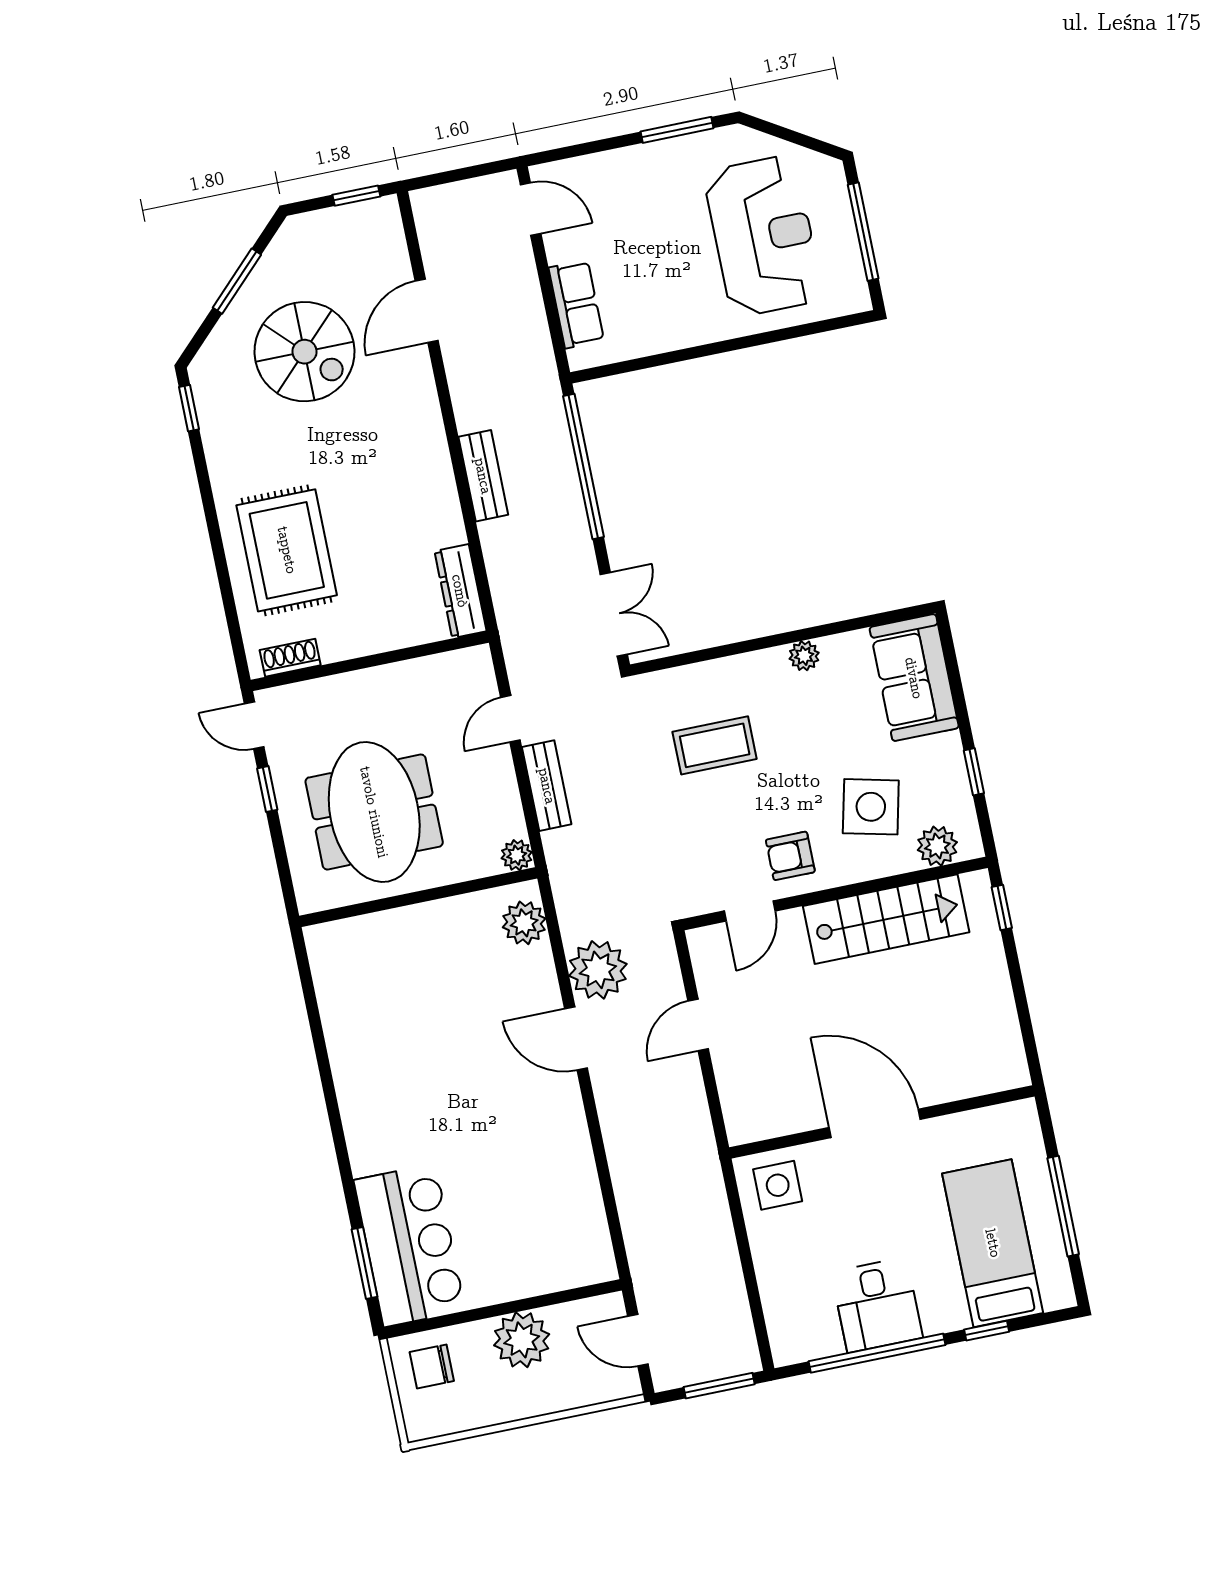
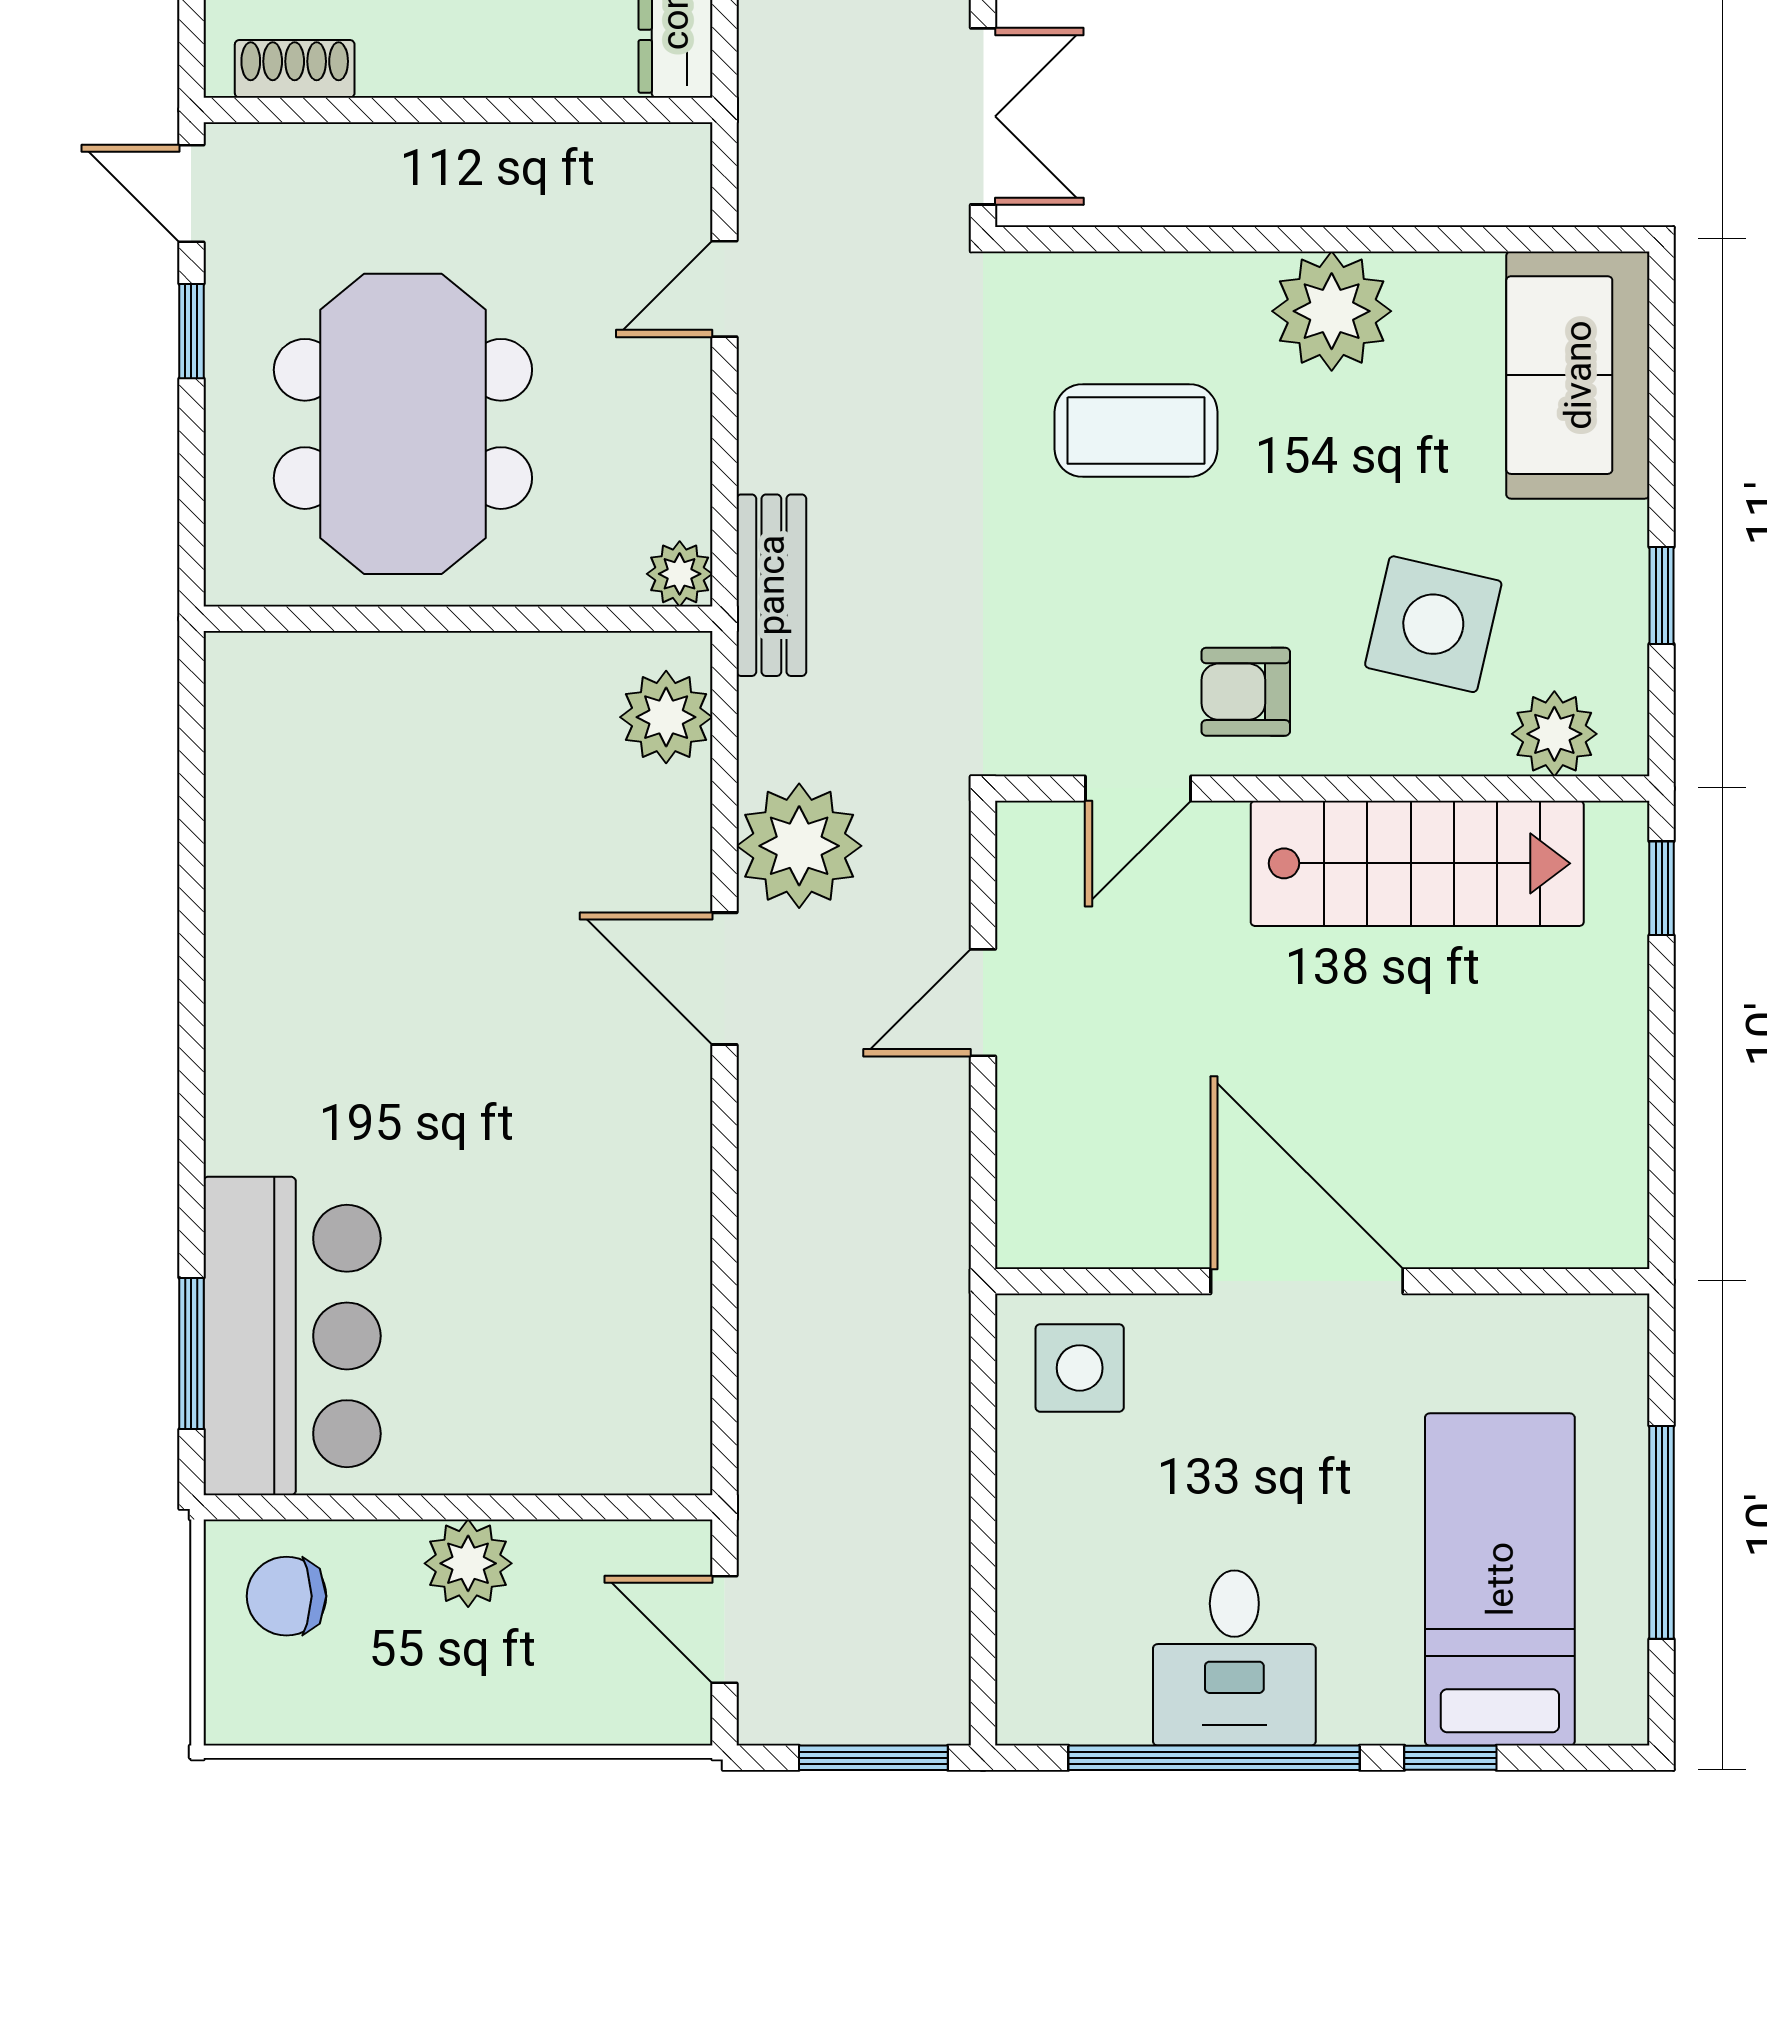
plant: (804, 656) -> (1332, 311), width x1.88, depth x1.88
bench: (547, 786) -> (771, 585), moved
plant: (522, 1340) -> (468, 1563), width x0.73, depth x0.73

